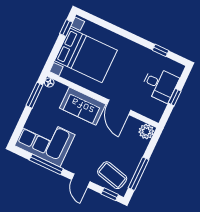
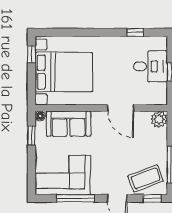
window: (34, 95) -> (32, 135), width x0.67
sofa: (83, 106) -> (68, 124), moved
coffee table: (112, 175) -> (146, 178), turned -35

